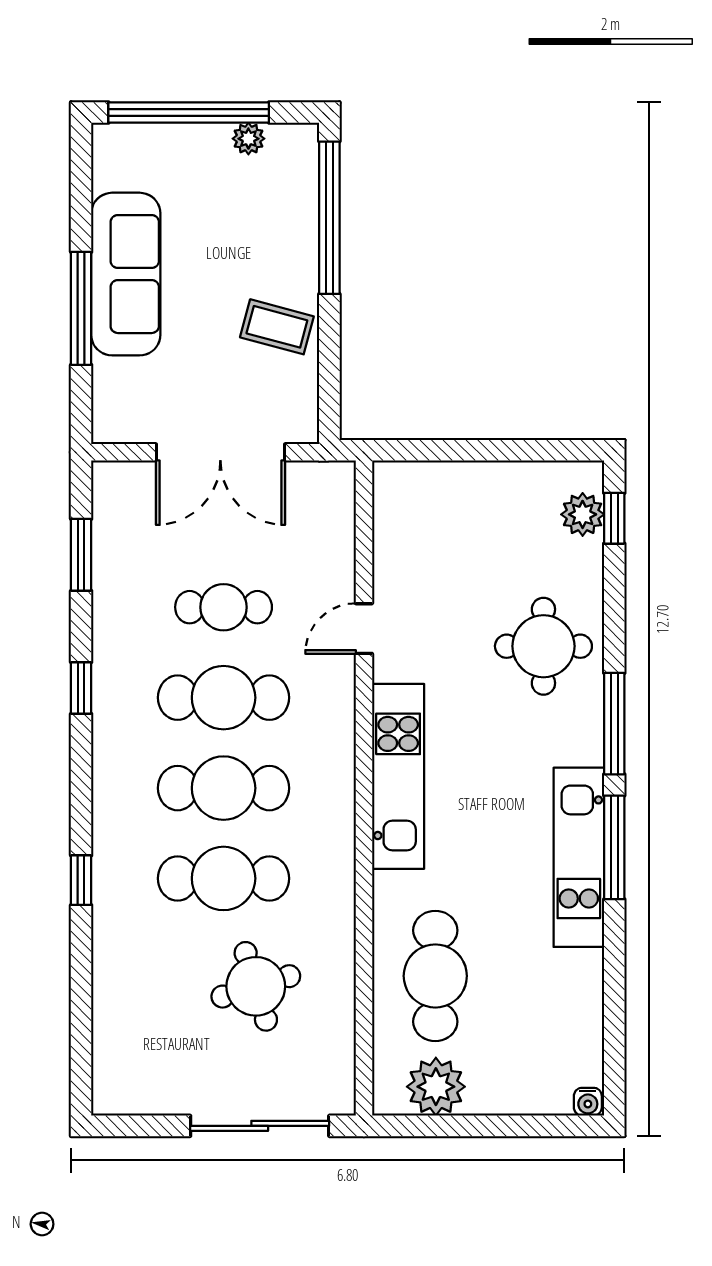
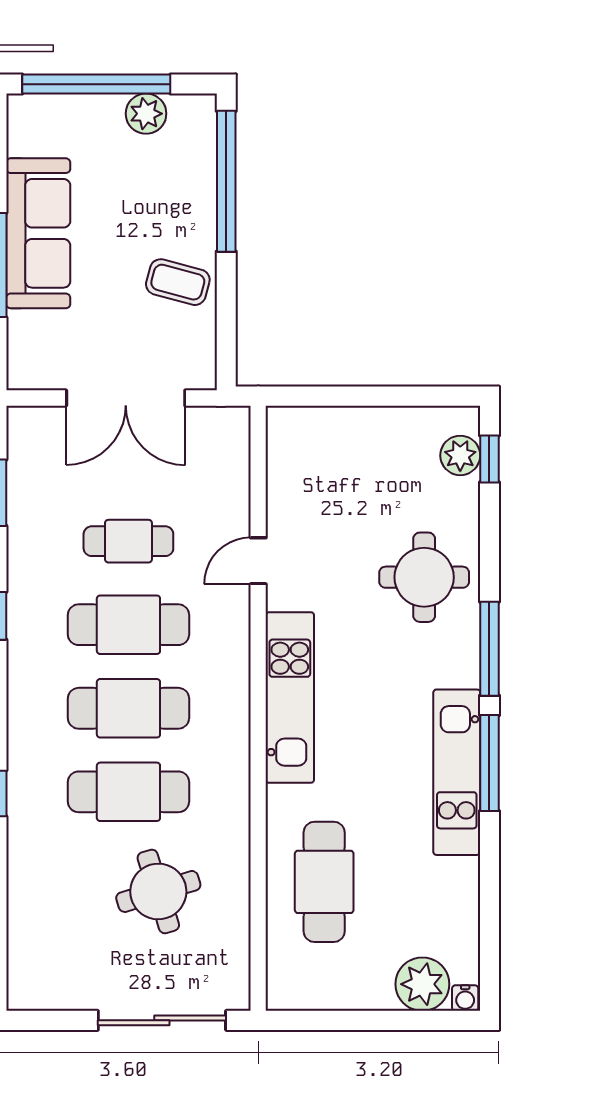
plant: (248, 139) -> (146, 114), width x1.38, depth x1.38
plant: (436, 1087) -> (422, 984), moved

